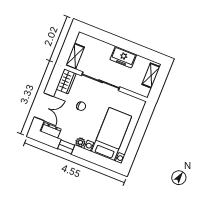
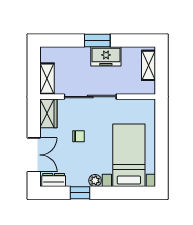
window: (122, 43) -> (97, 40), added

